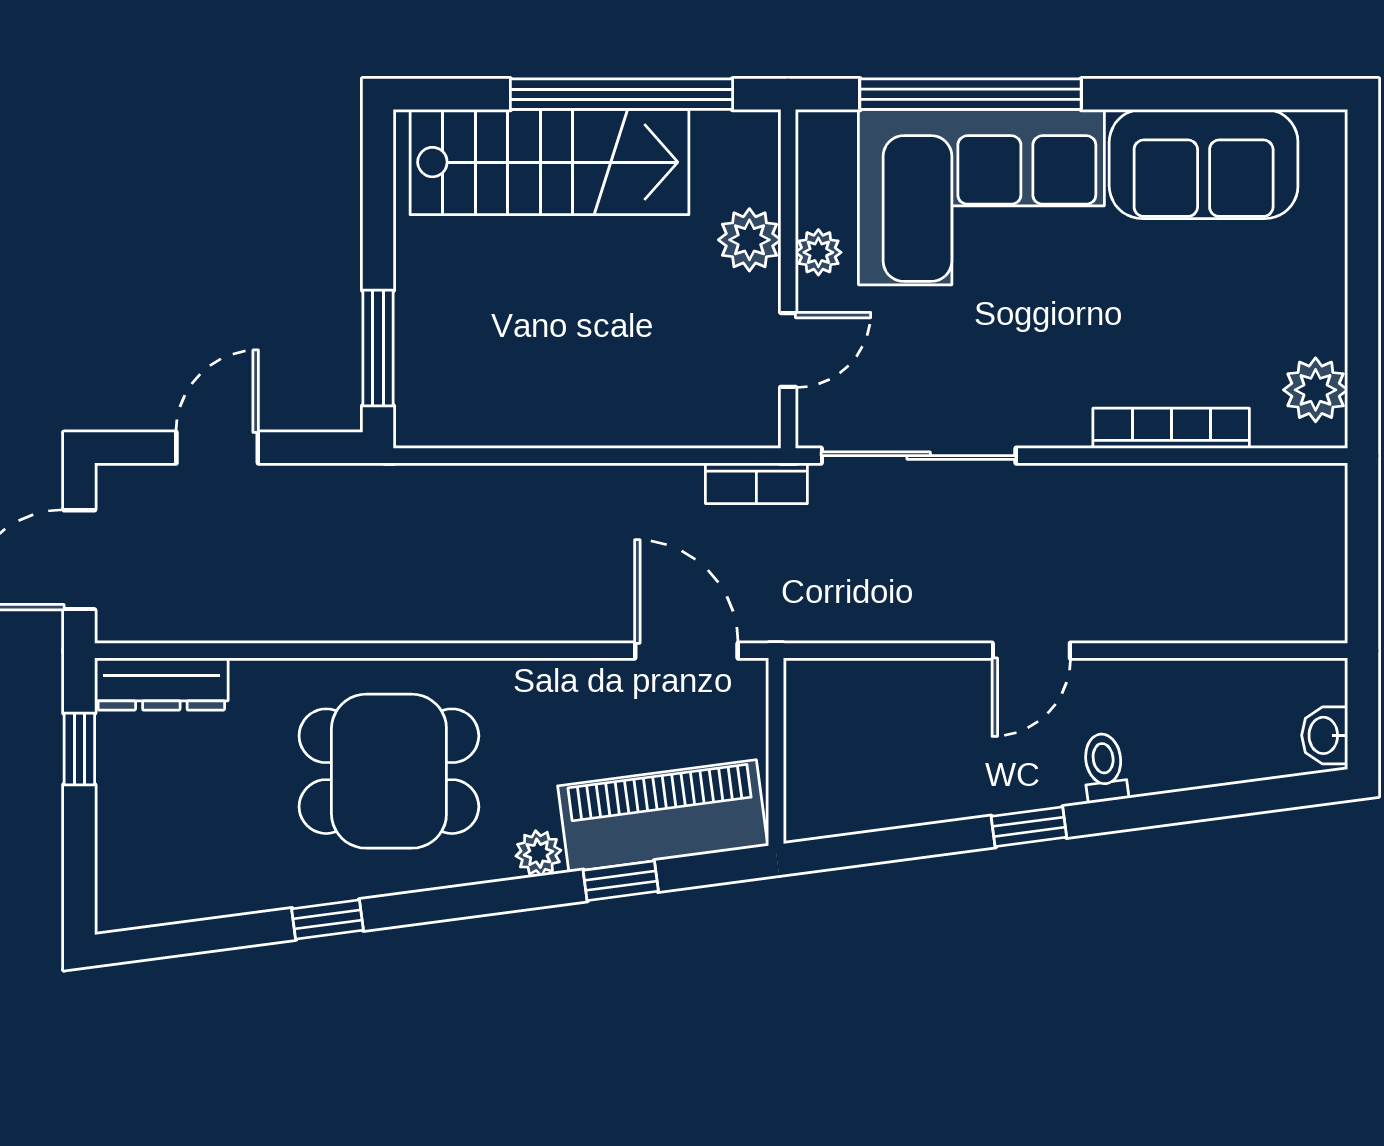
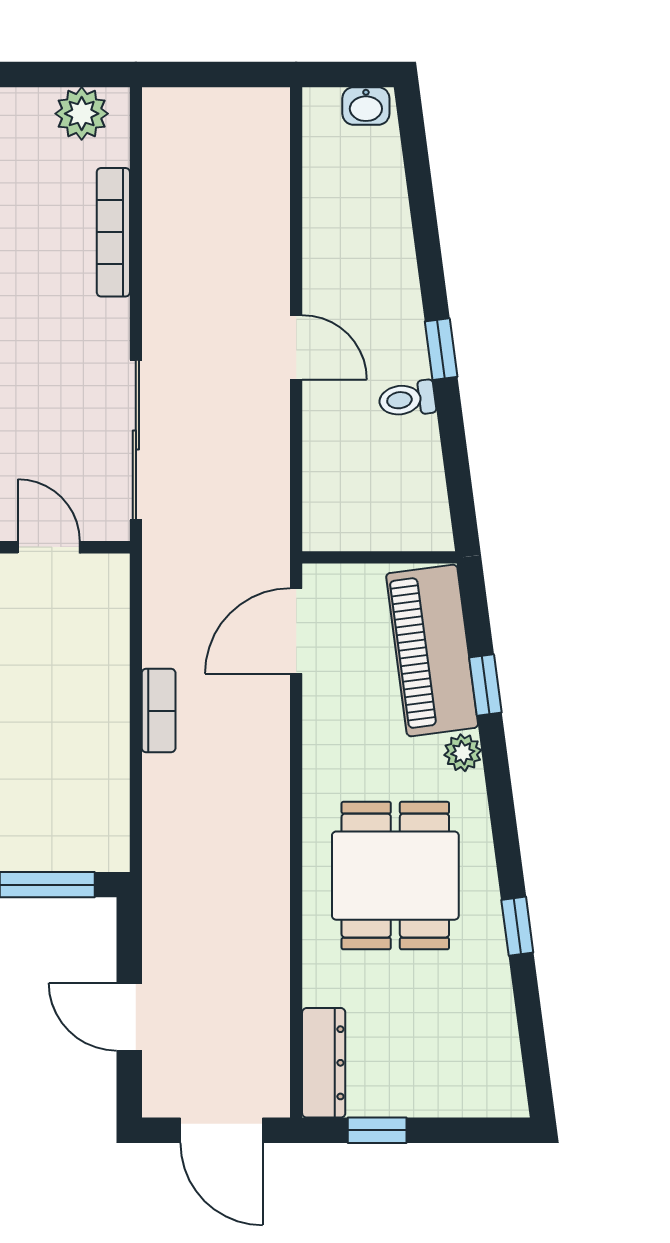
bookcase: (756, 483) -> (159, 711), moved
toilet: (1104, 768) -> (407, 399), moved

